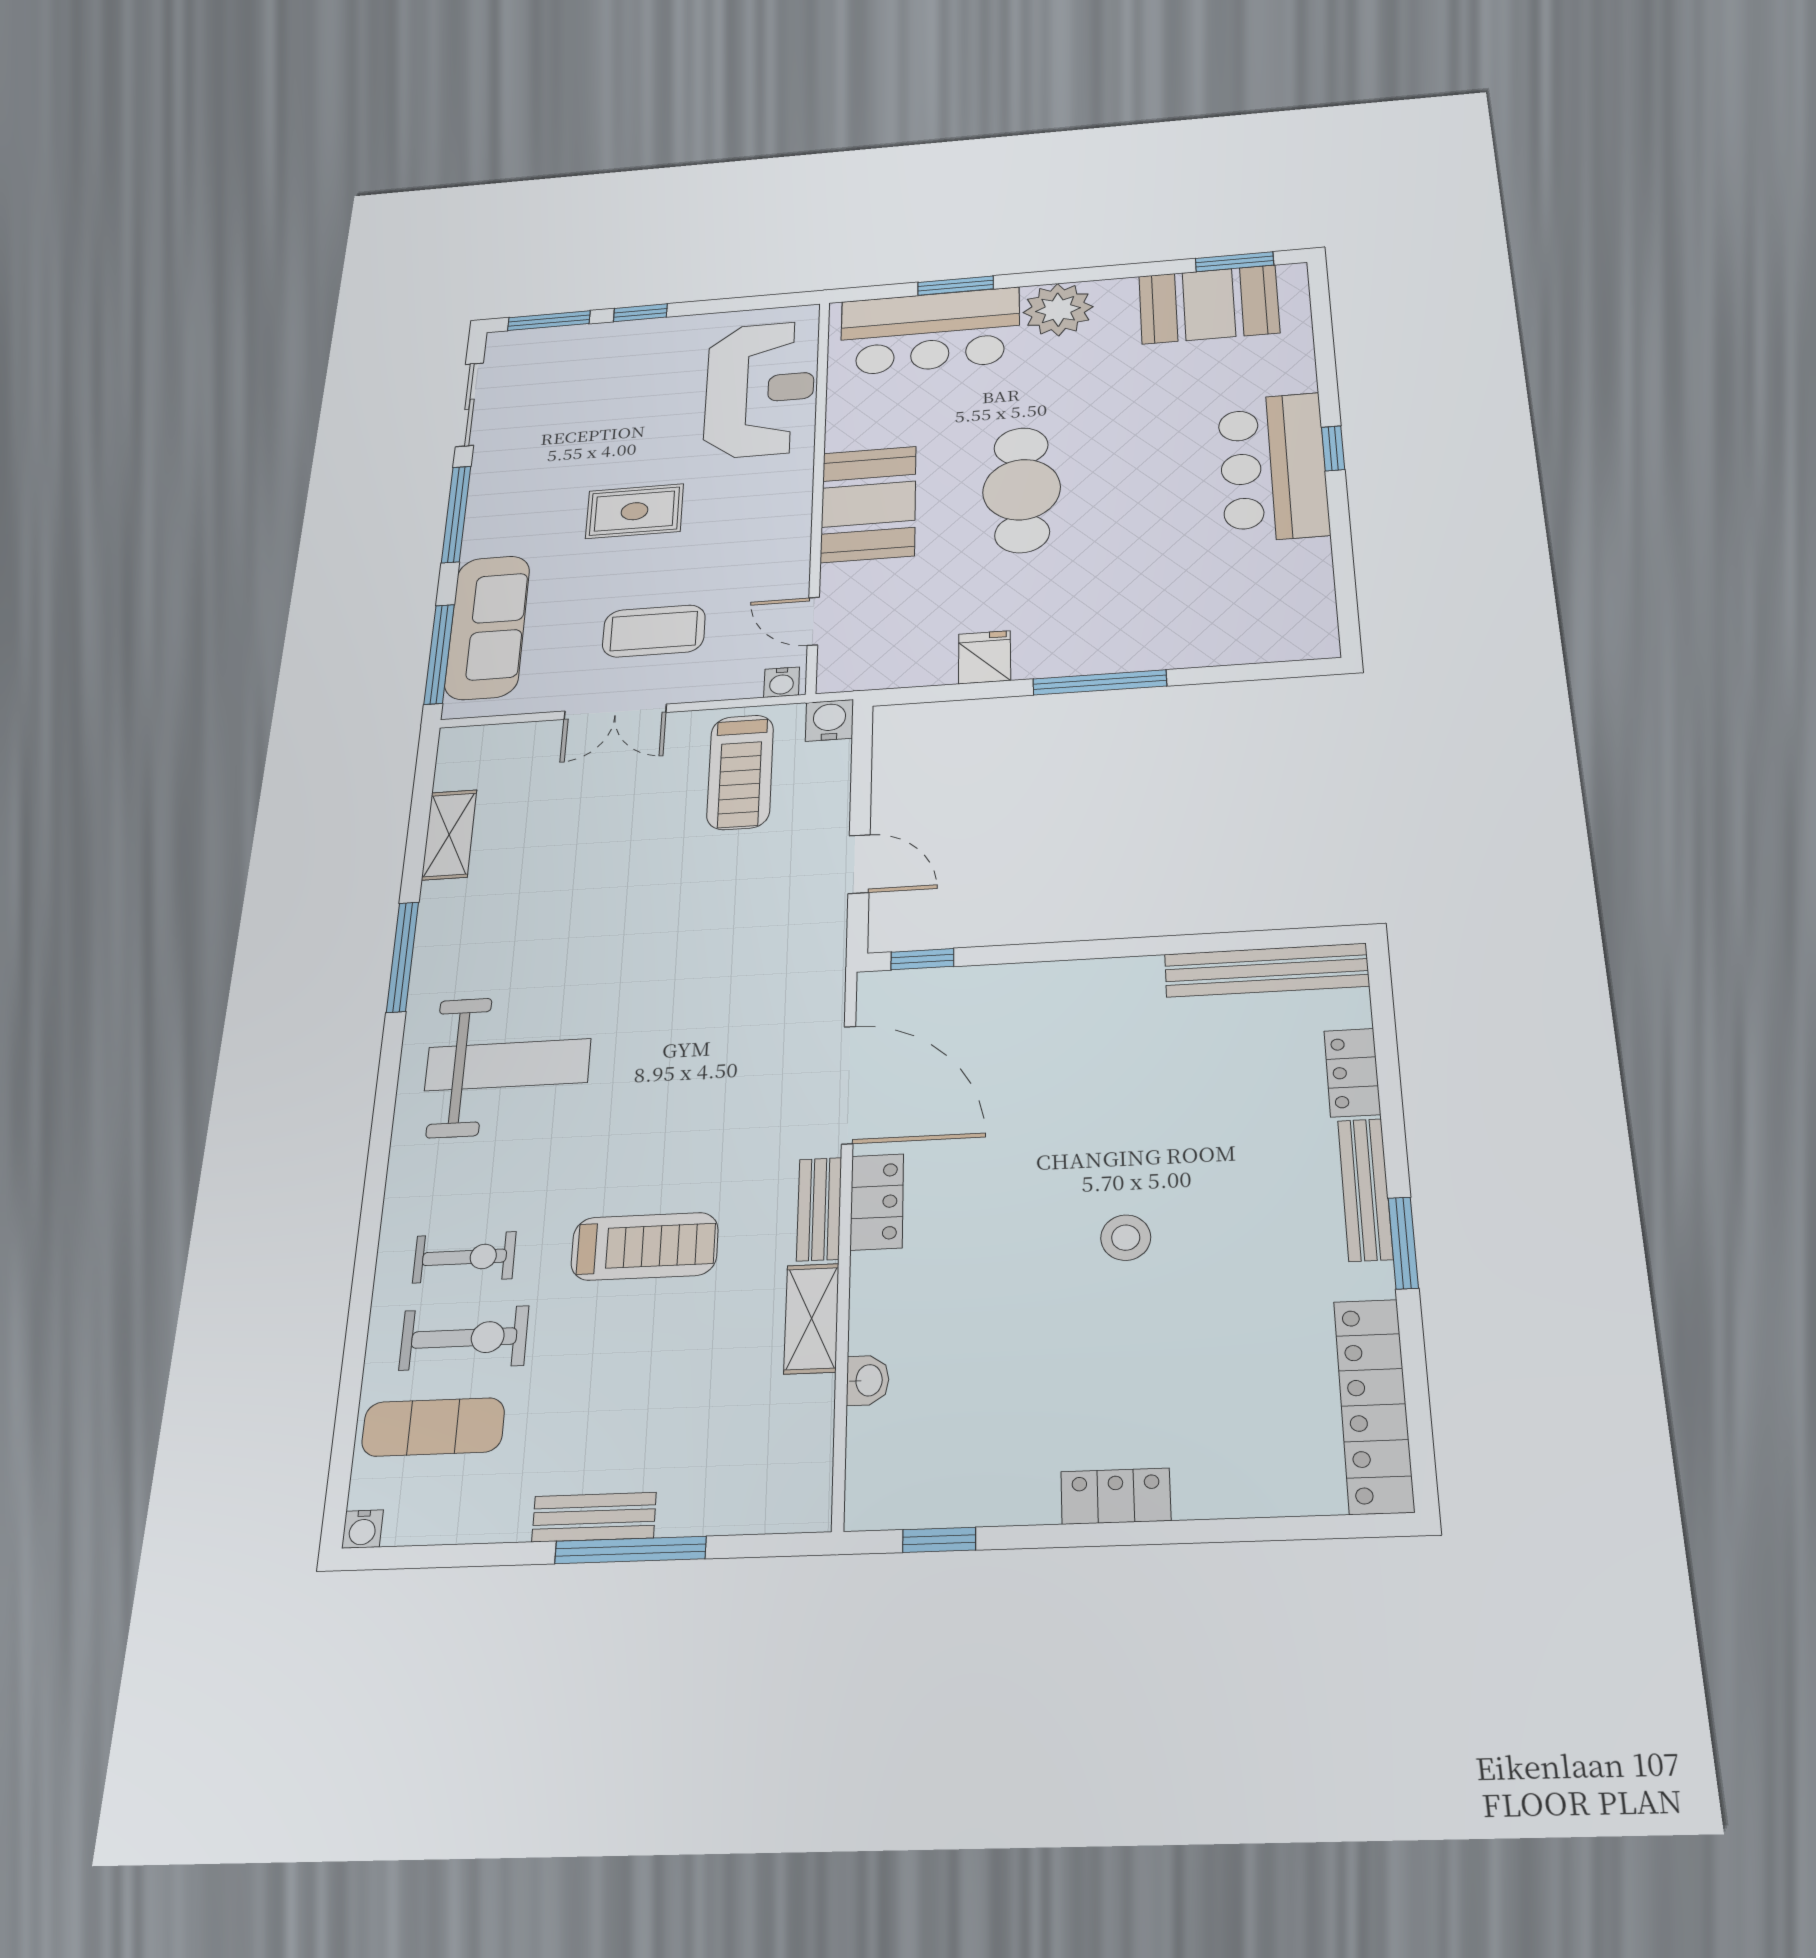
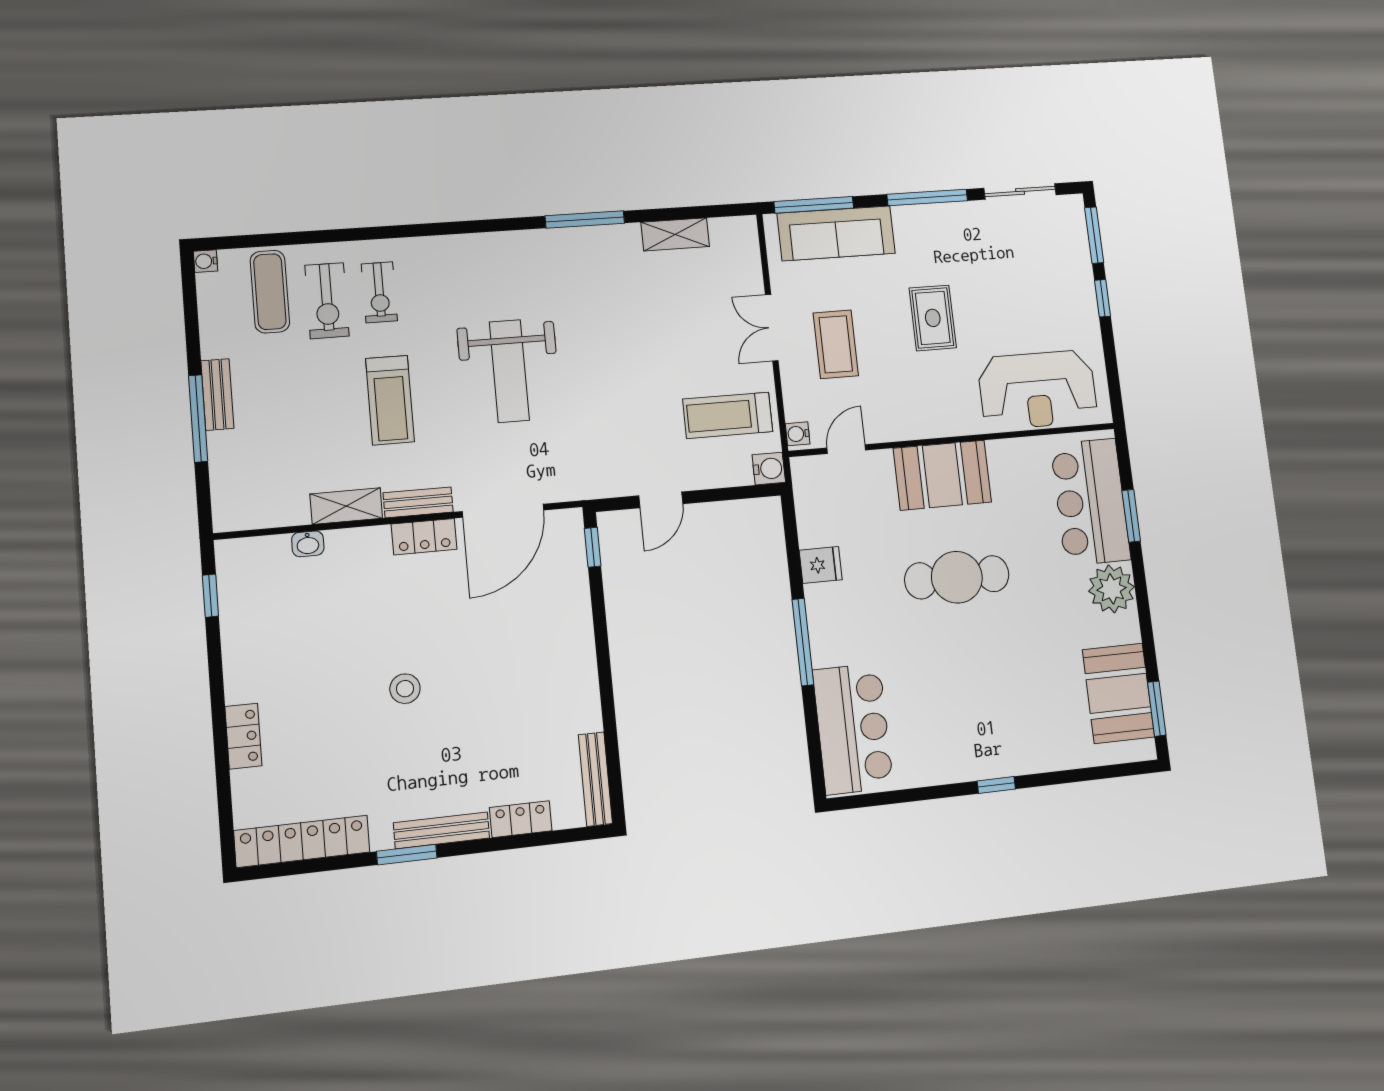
bar counter: (1273, 467) -> (853, 729), moved, turned 90
bench: (1266, 970) -> (595, 779), width x0.73, depth x0.82
weight bench: (508, 1065) -> (509, 371), moved
locker: (1116, 1496) -> (243, 736), moved

